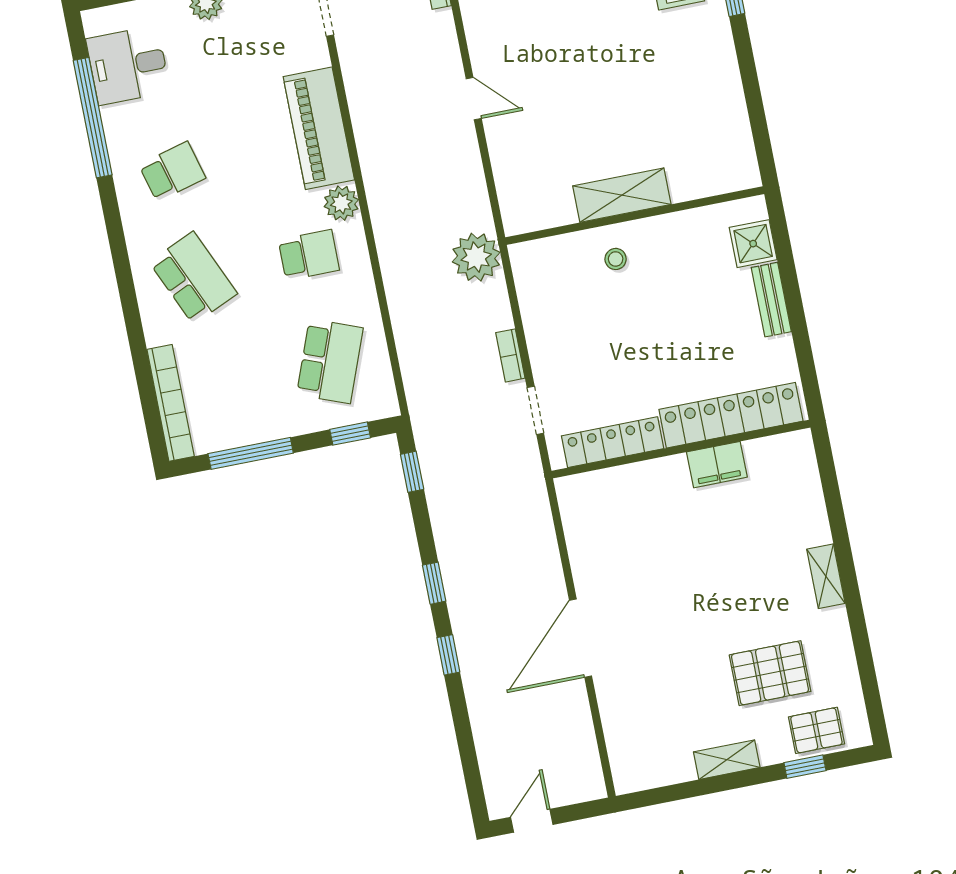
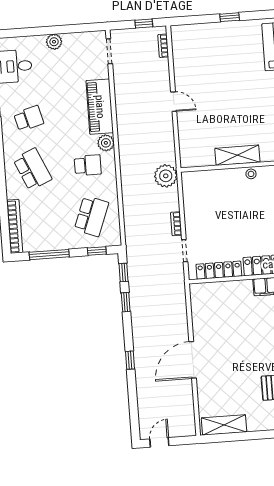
stool: (616, 259) -> (251, 174), moved
window: (434, 583) -> (126, 302), moved
shelving: (727, 760) -> (224, 425), moved, width x1.50, depth x1.33

